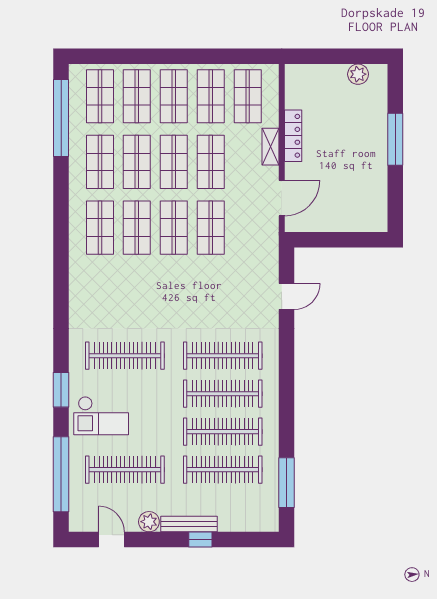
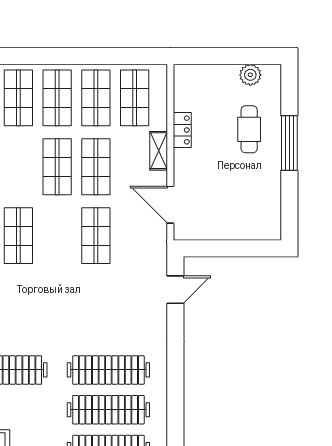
cafe table: (357, 126) -> (249, 129), added
locker: (293, 136) -> (182, 130), width x0.66
shop shelf: (137, 162) -> (18, 167), removed
door: (282, 198) -> (170, 205), swing flipped
shop shelf: (174, 228) -> (57, 236), removed
door: (286, 296) -> (175, 290), moved

